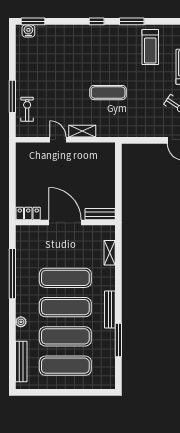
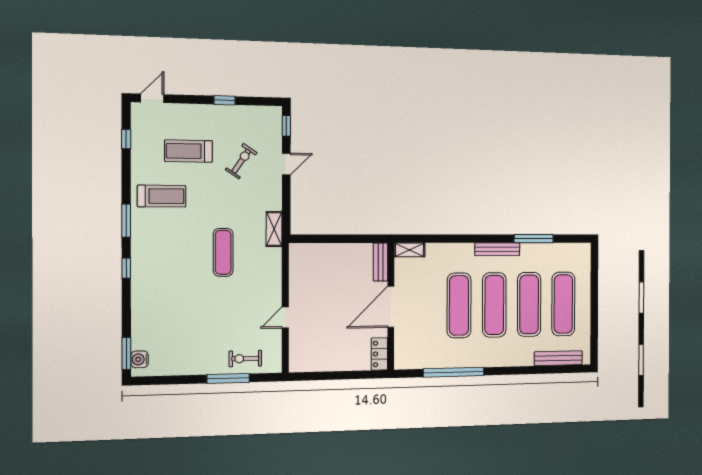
shelving: (82, 131) -> (274, 229), moved
shelving: (110, 253) -> (409, 250), moved
plant: (21, 322) -> (512, 360), removed

